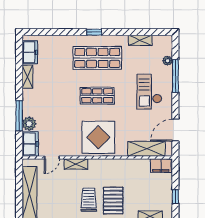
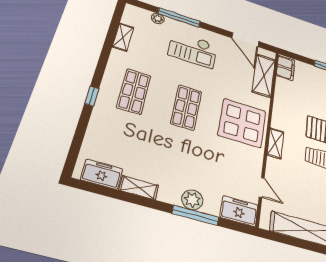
window: (94, 32) -> (92, 96), moved
shop shelf: (97, 58) -> (134, 91), width x0.70, depth x0.74
plant: (29, 124) -> (192, 200), moved
shelving: (76, 164) -> (275, 143), moved

